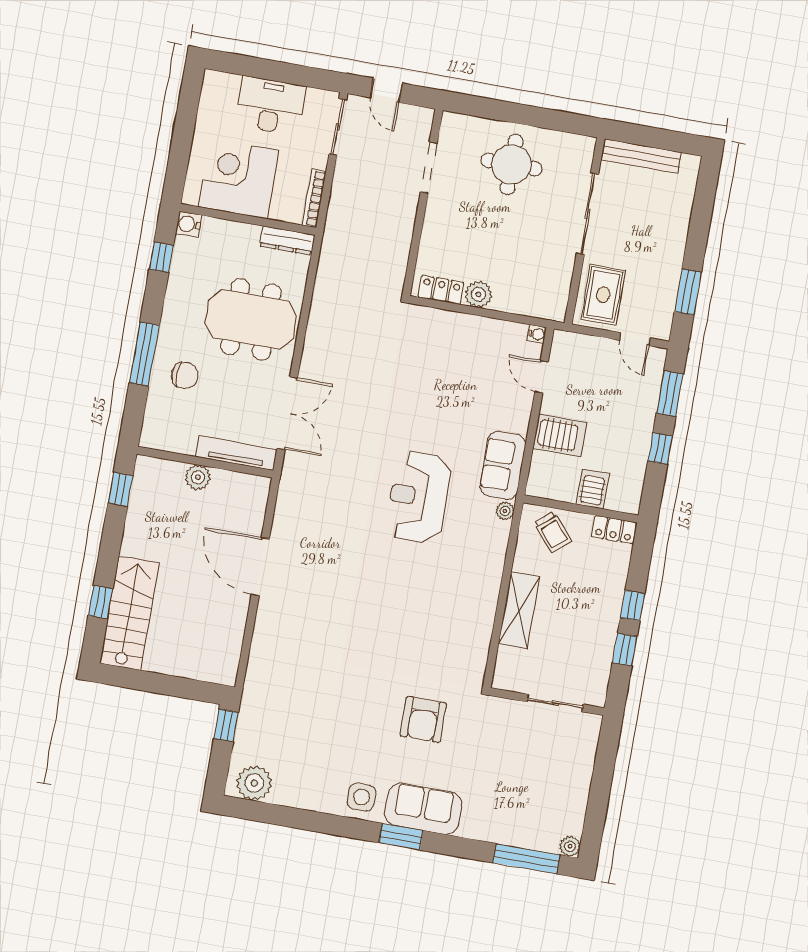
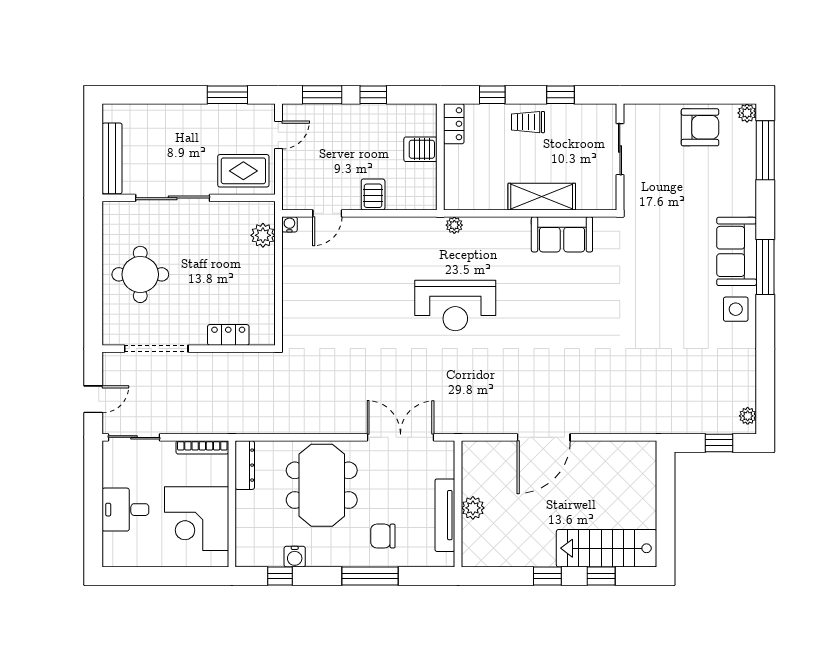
desk: (271, 106) -> (125, 510), width x0.73
doorway: (429, 167) -> (156, 349), width x1.36
water cooler: (189, 224) -> (295, 557), moved
locker: (441, 290) -> (228, 335), moved, turned 90
plant: (478, 294) -> (263, 235), moved
chair: (185, 375) -> (383, 536), turned -90
server rack: (560, 435) -> (373, 194), width x0.73, depth x0.70
tv unit: (236, 453) -> (445, 515), moved
sofa: (503, 465) -> (562, 234), moved
window: (120, 489) -> (547, 576), moved
trolley: (553, 532) -> (528, 122), moved, turned -139
window: (633, 606) -> (492, 95), moved
armchair: (423, 719) -> (700, 127), moved
window: (226, 725) -> (719, 443), moved
plant: (254, 783) -> (748, 416), width x0.53, depth x0.53
window: (401, 837) -> (765, 267), width x1.44

